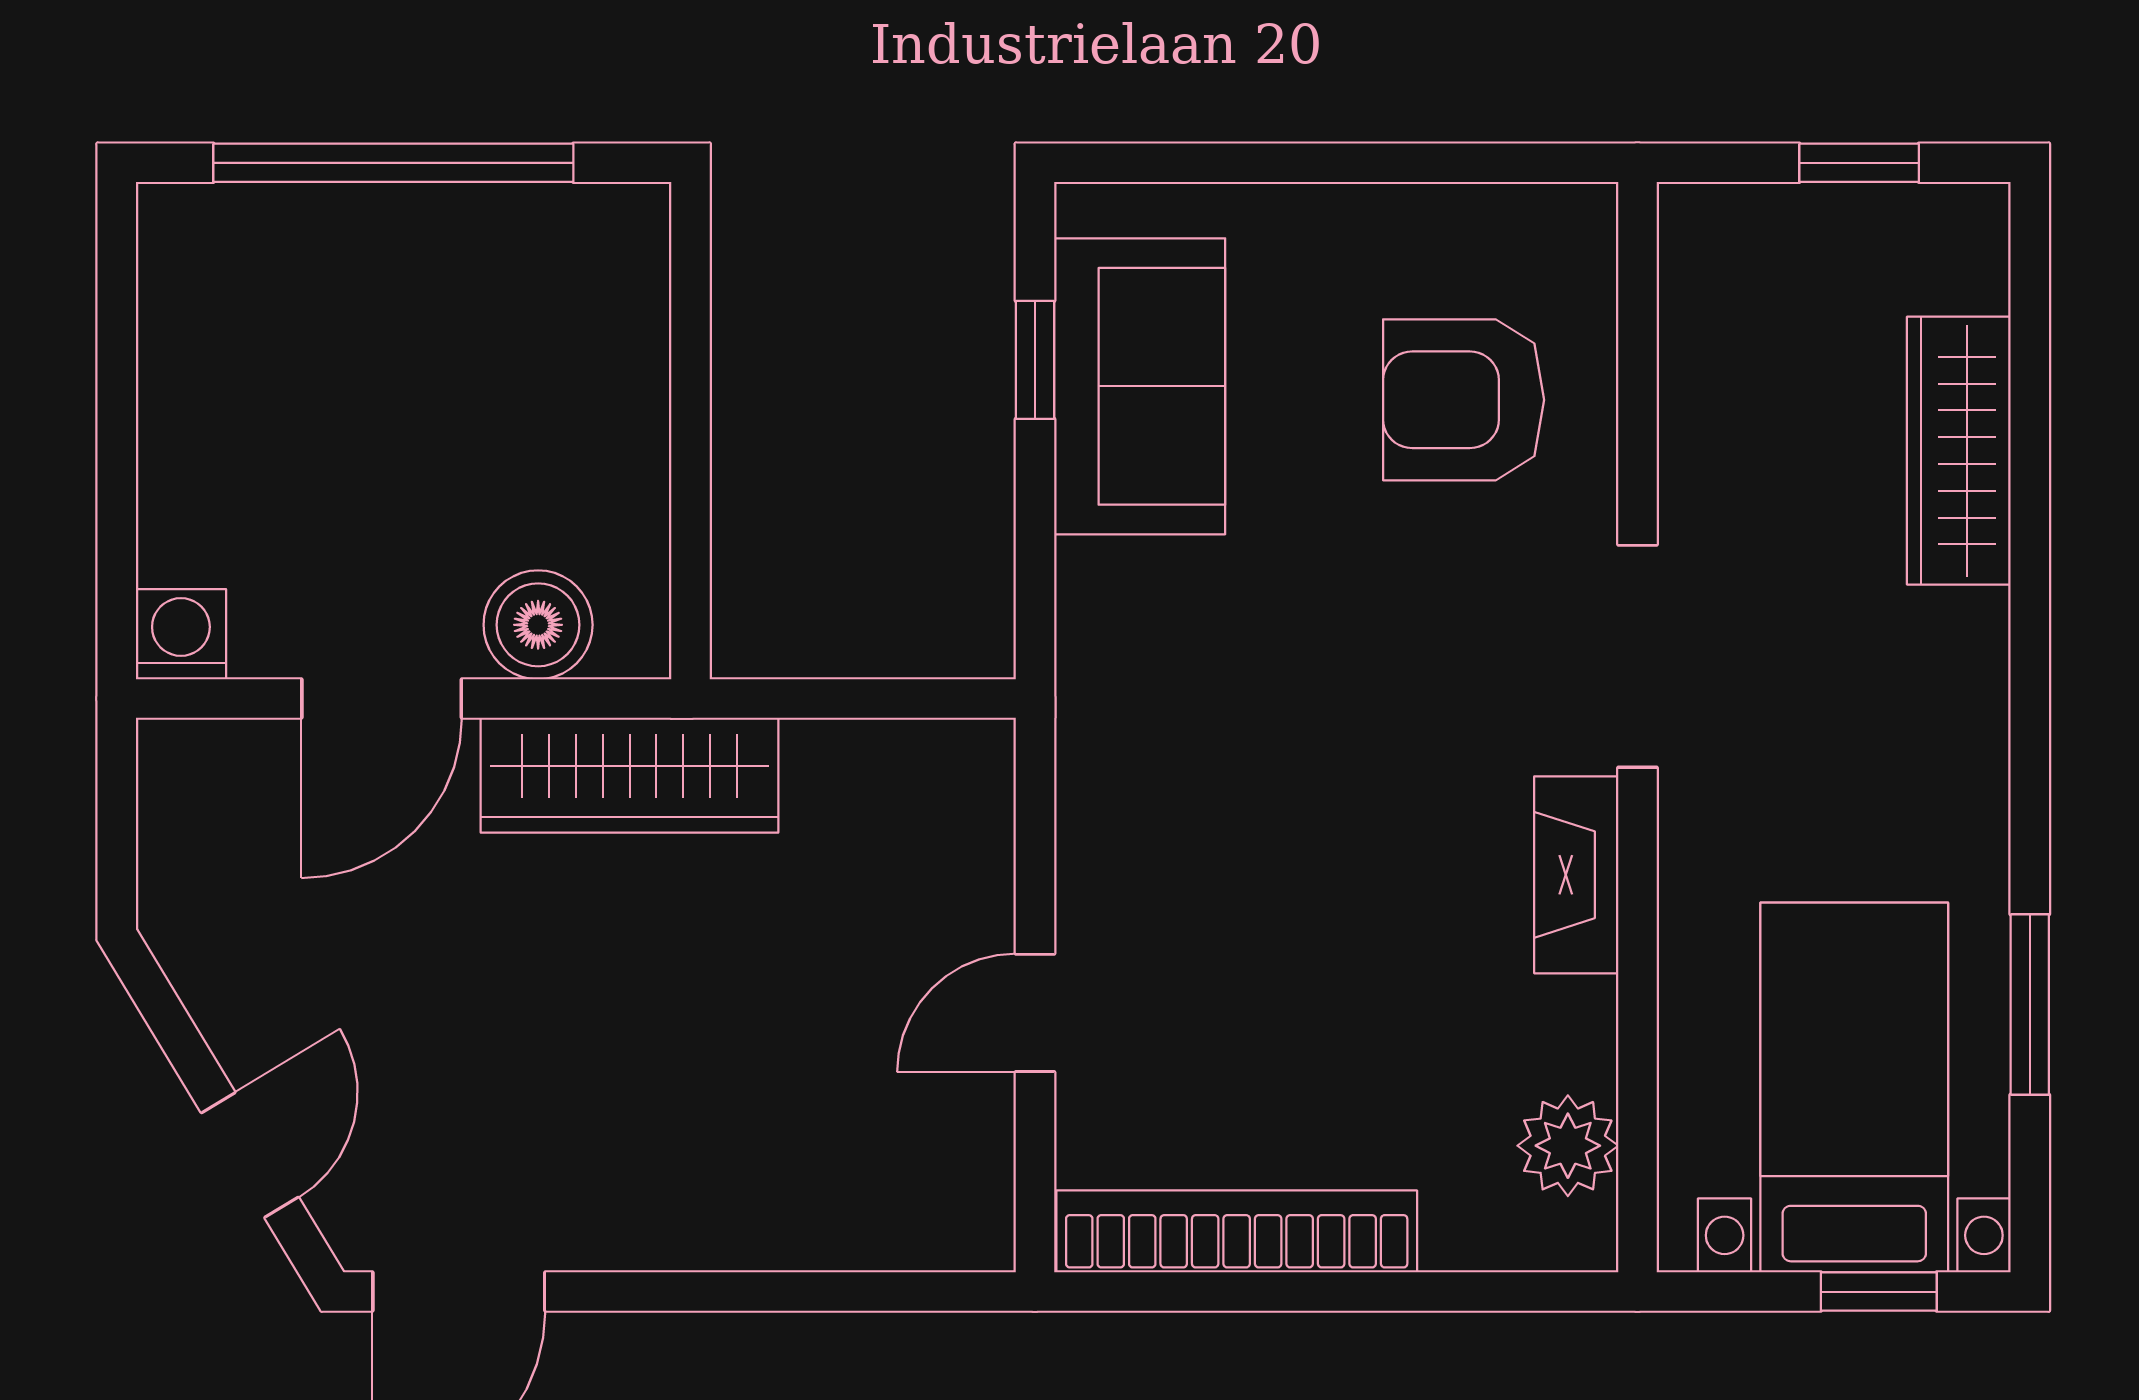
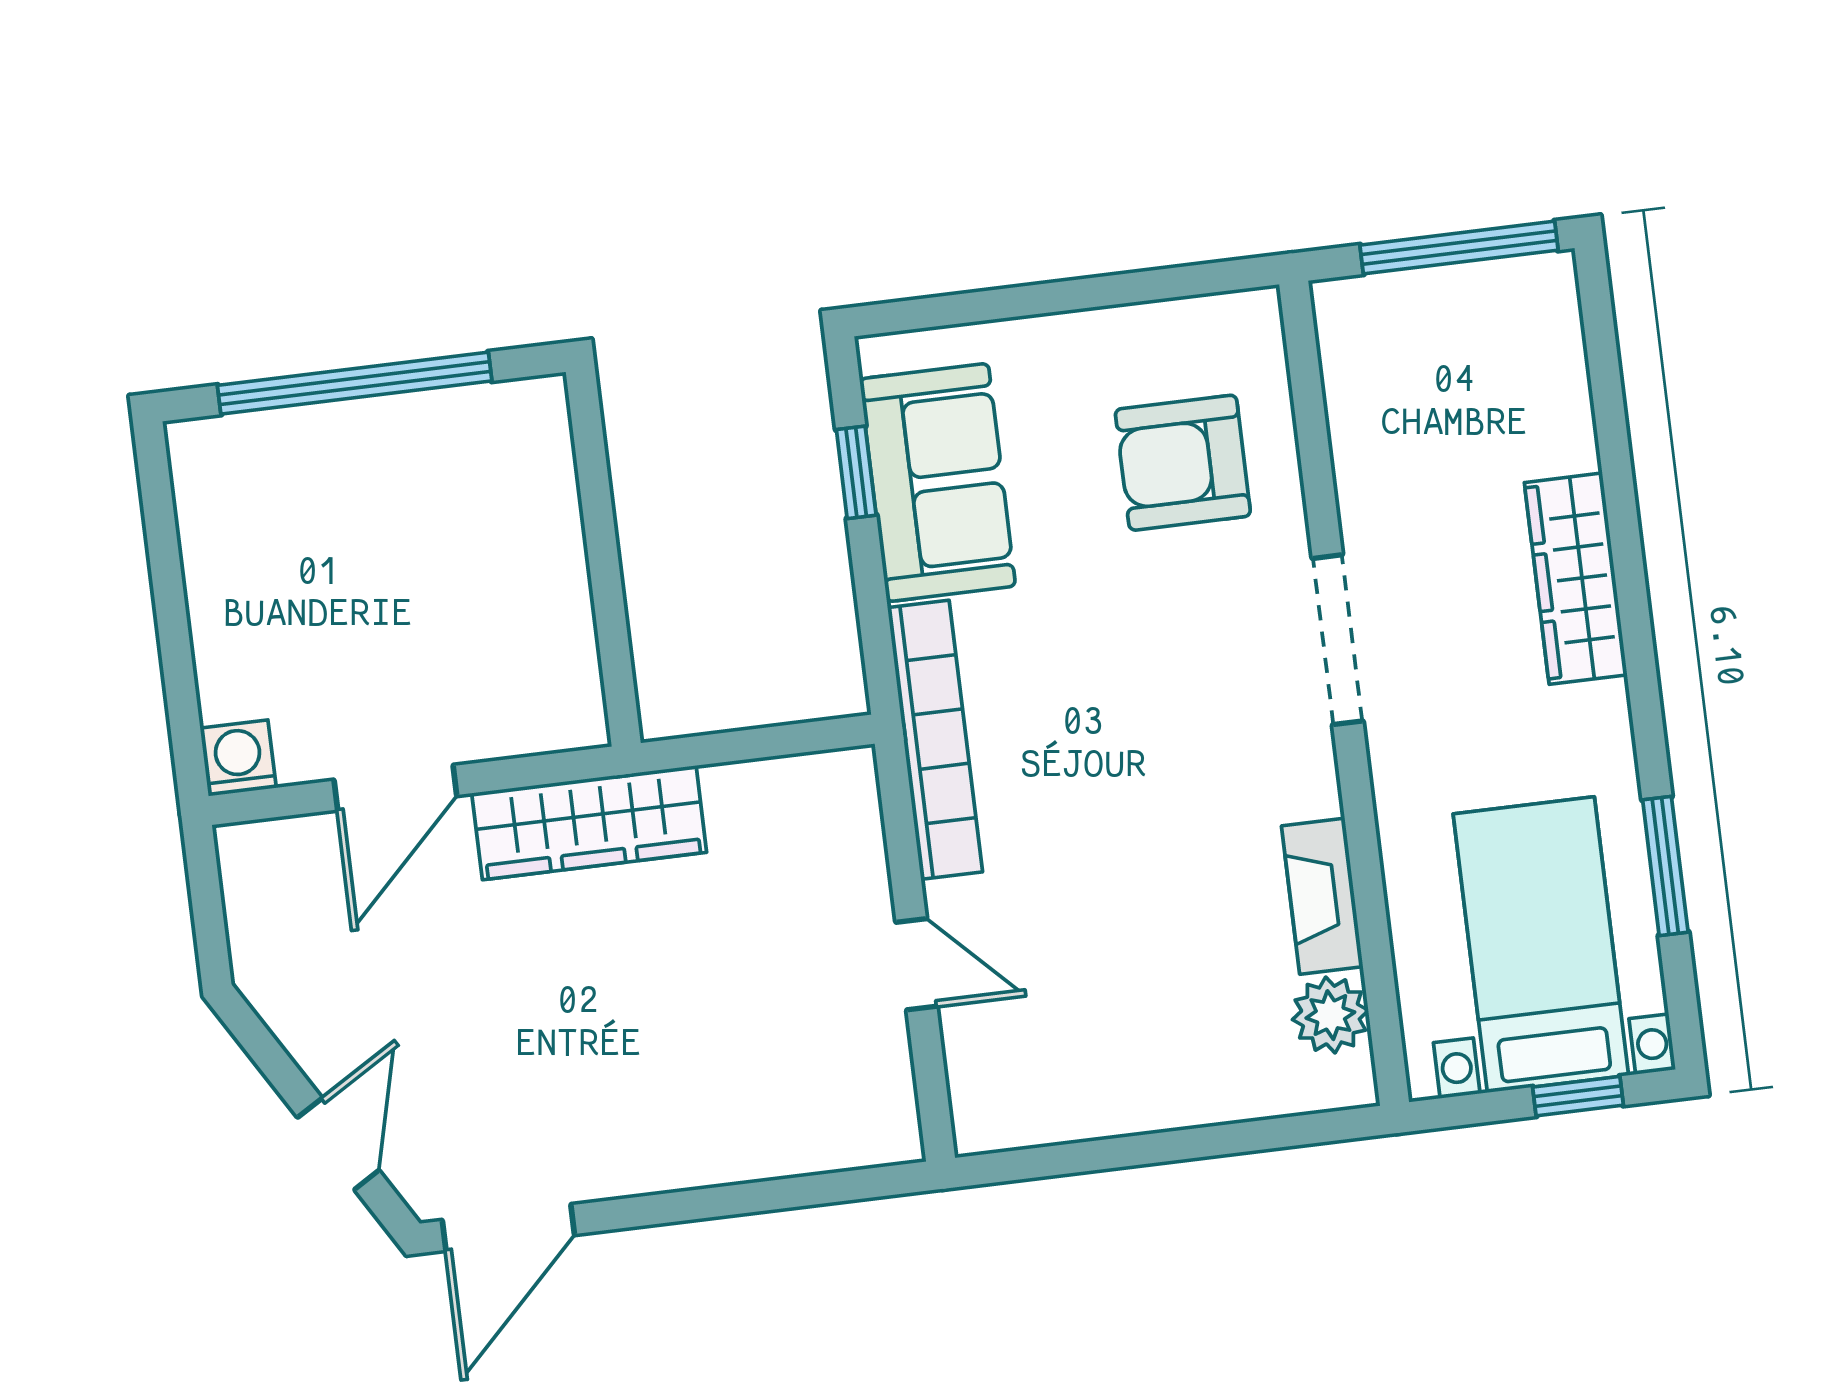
window: (1859, 163) -> (1459, 248), width x2.17
wardrobe: (1959, 451) -> (1576, 579), moved
boiler: (538, 625) -> (506, 718), removed
fireplace: (1576, 875) -> (1322, 896), moved
door: (1035, 1013) -> (917, 964), swing flipped
bookcase: (1237, 1231) -> (935, 740), moved, turned 90

